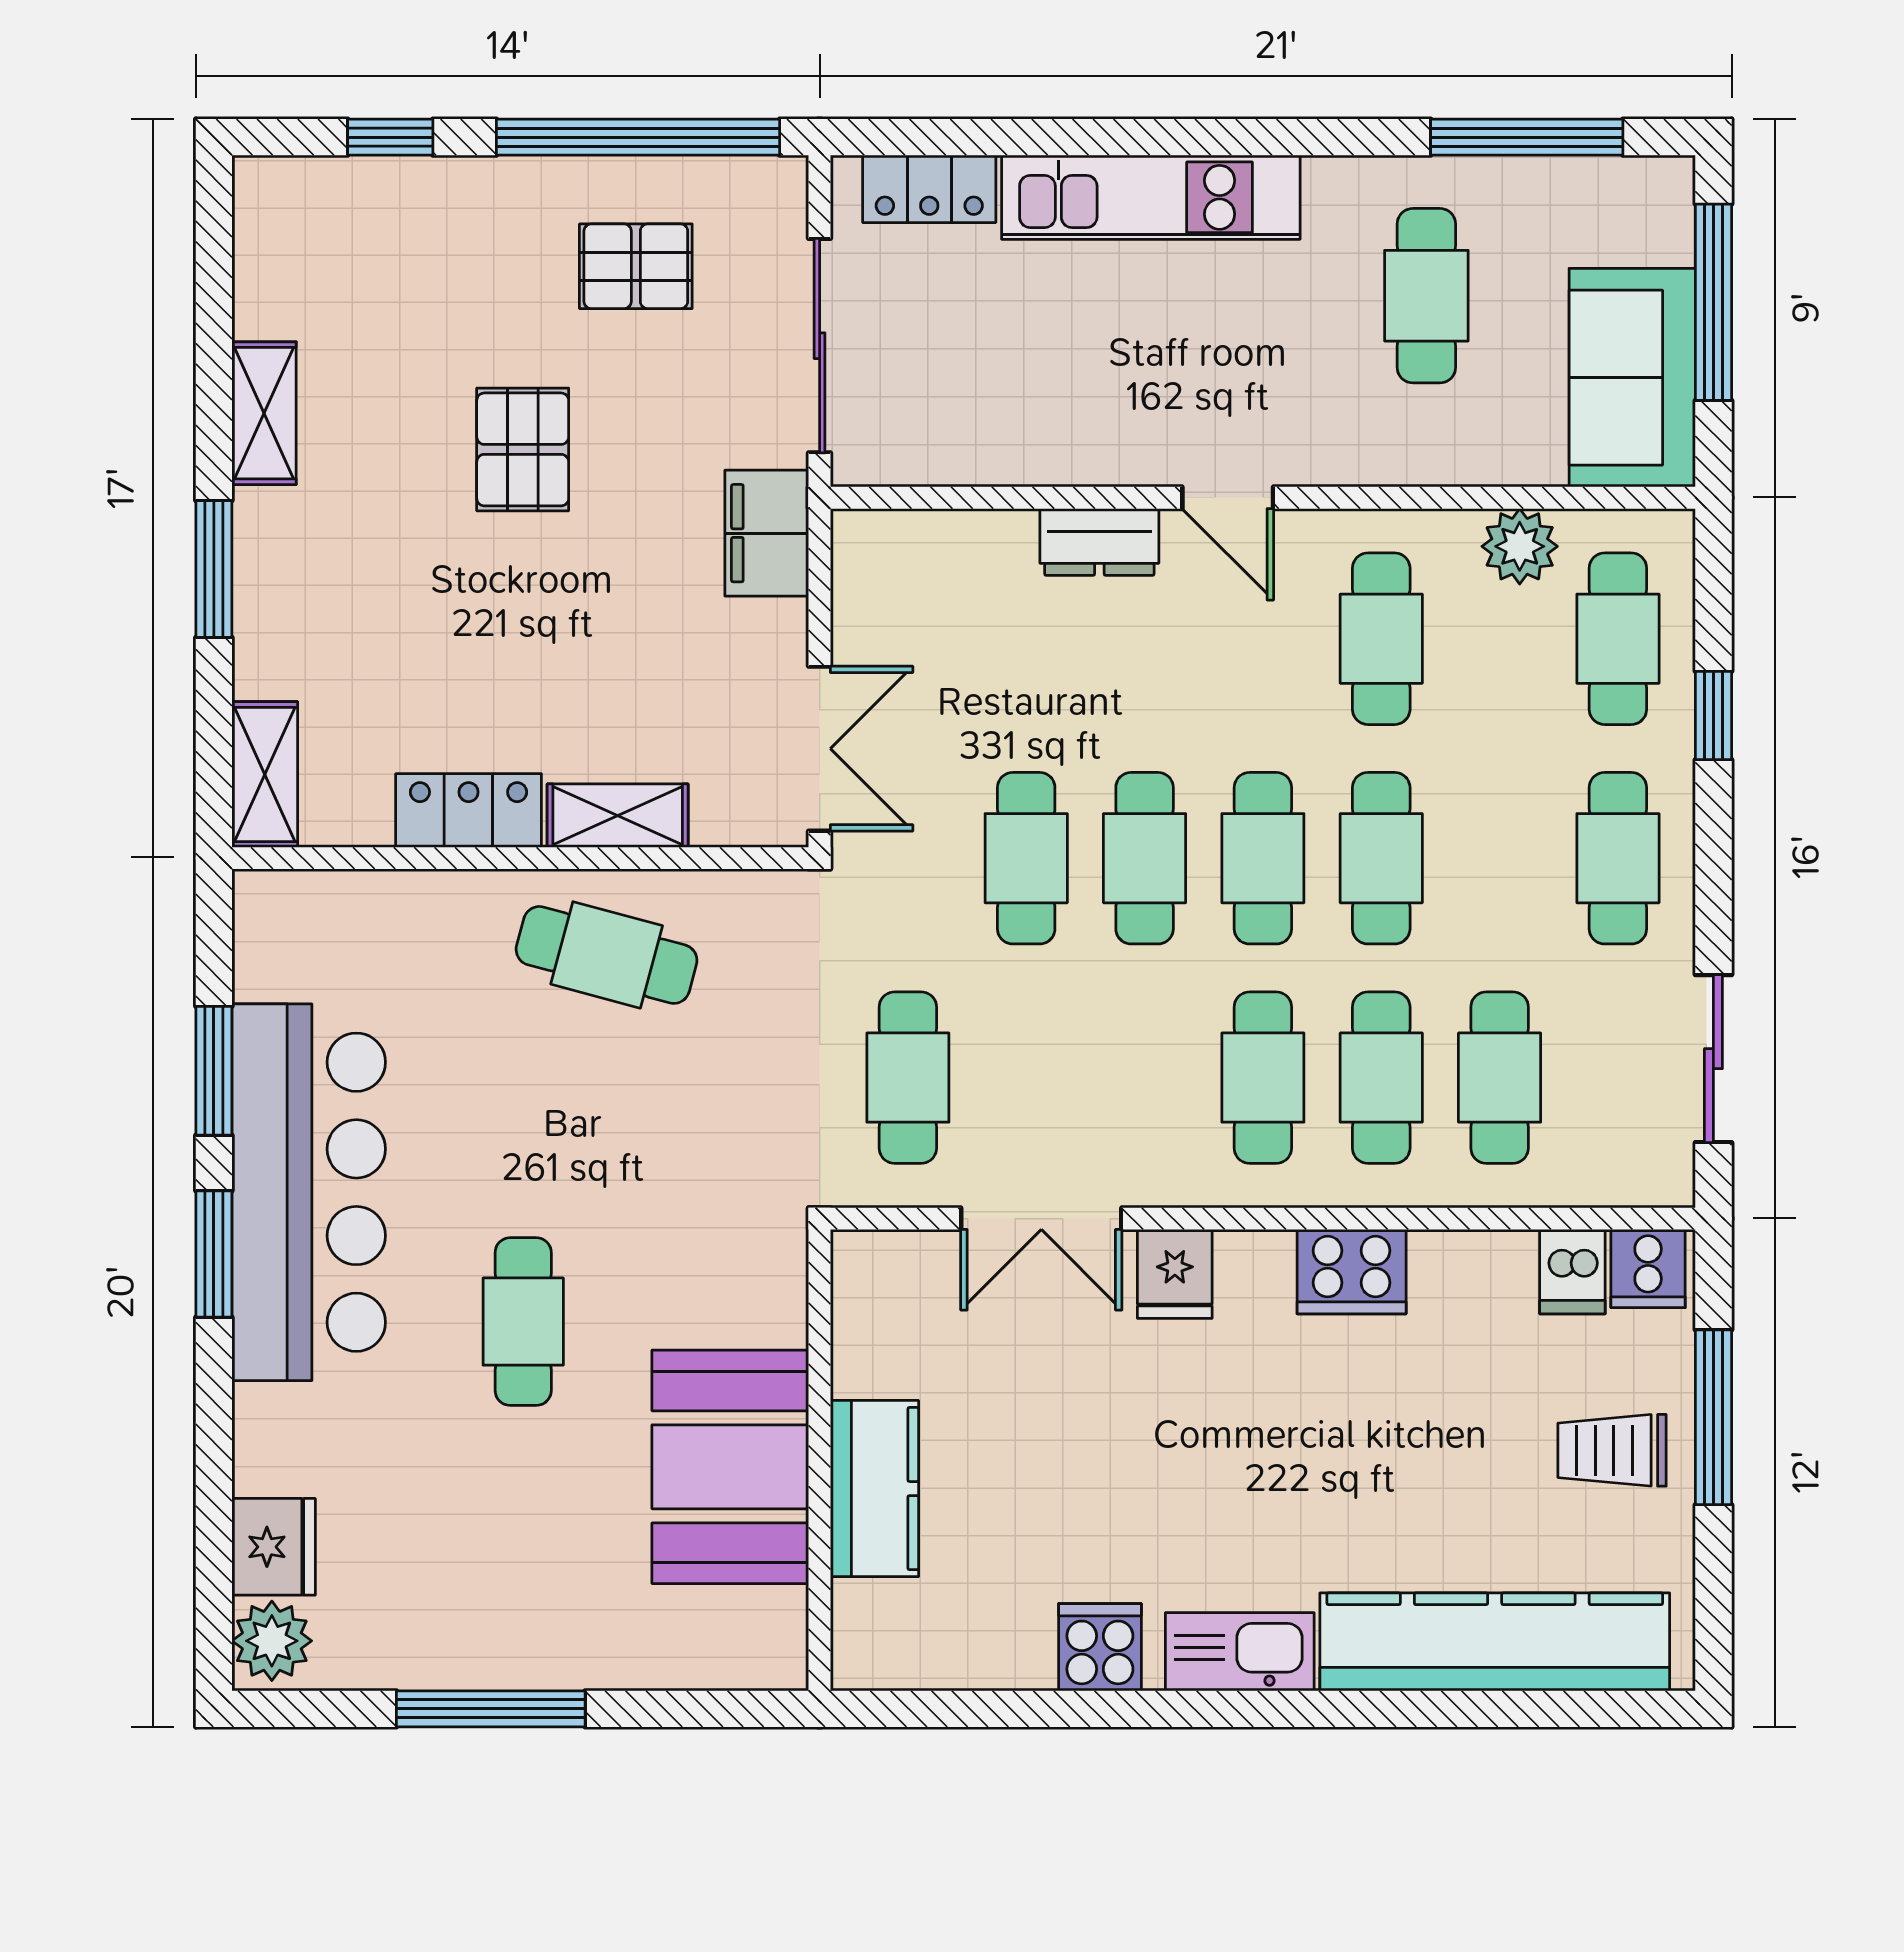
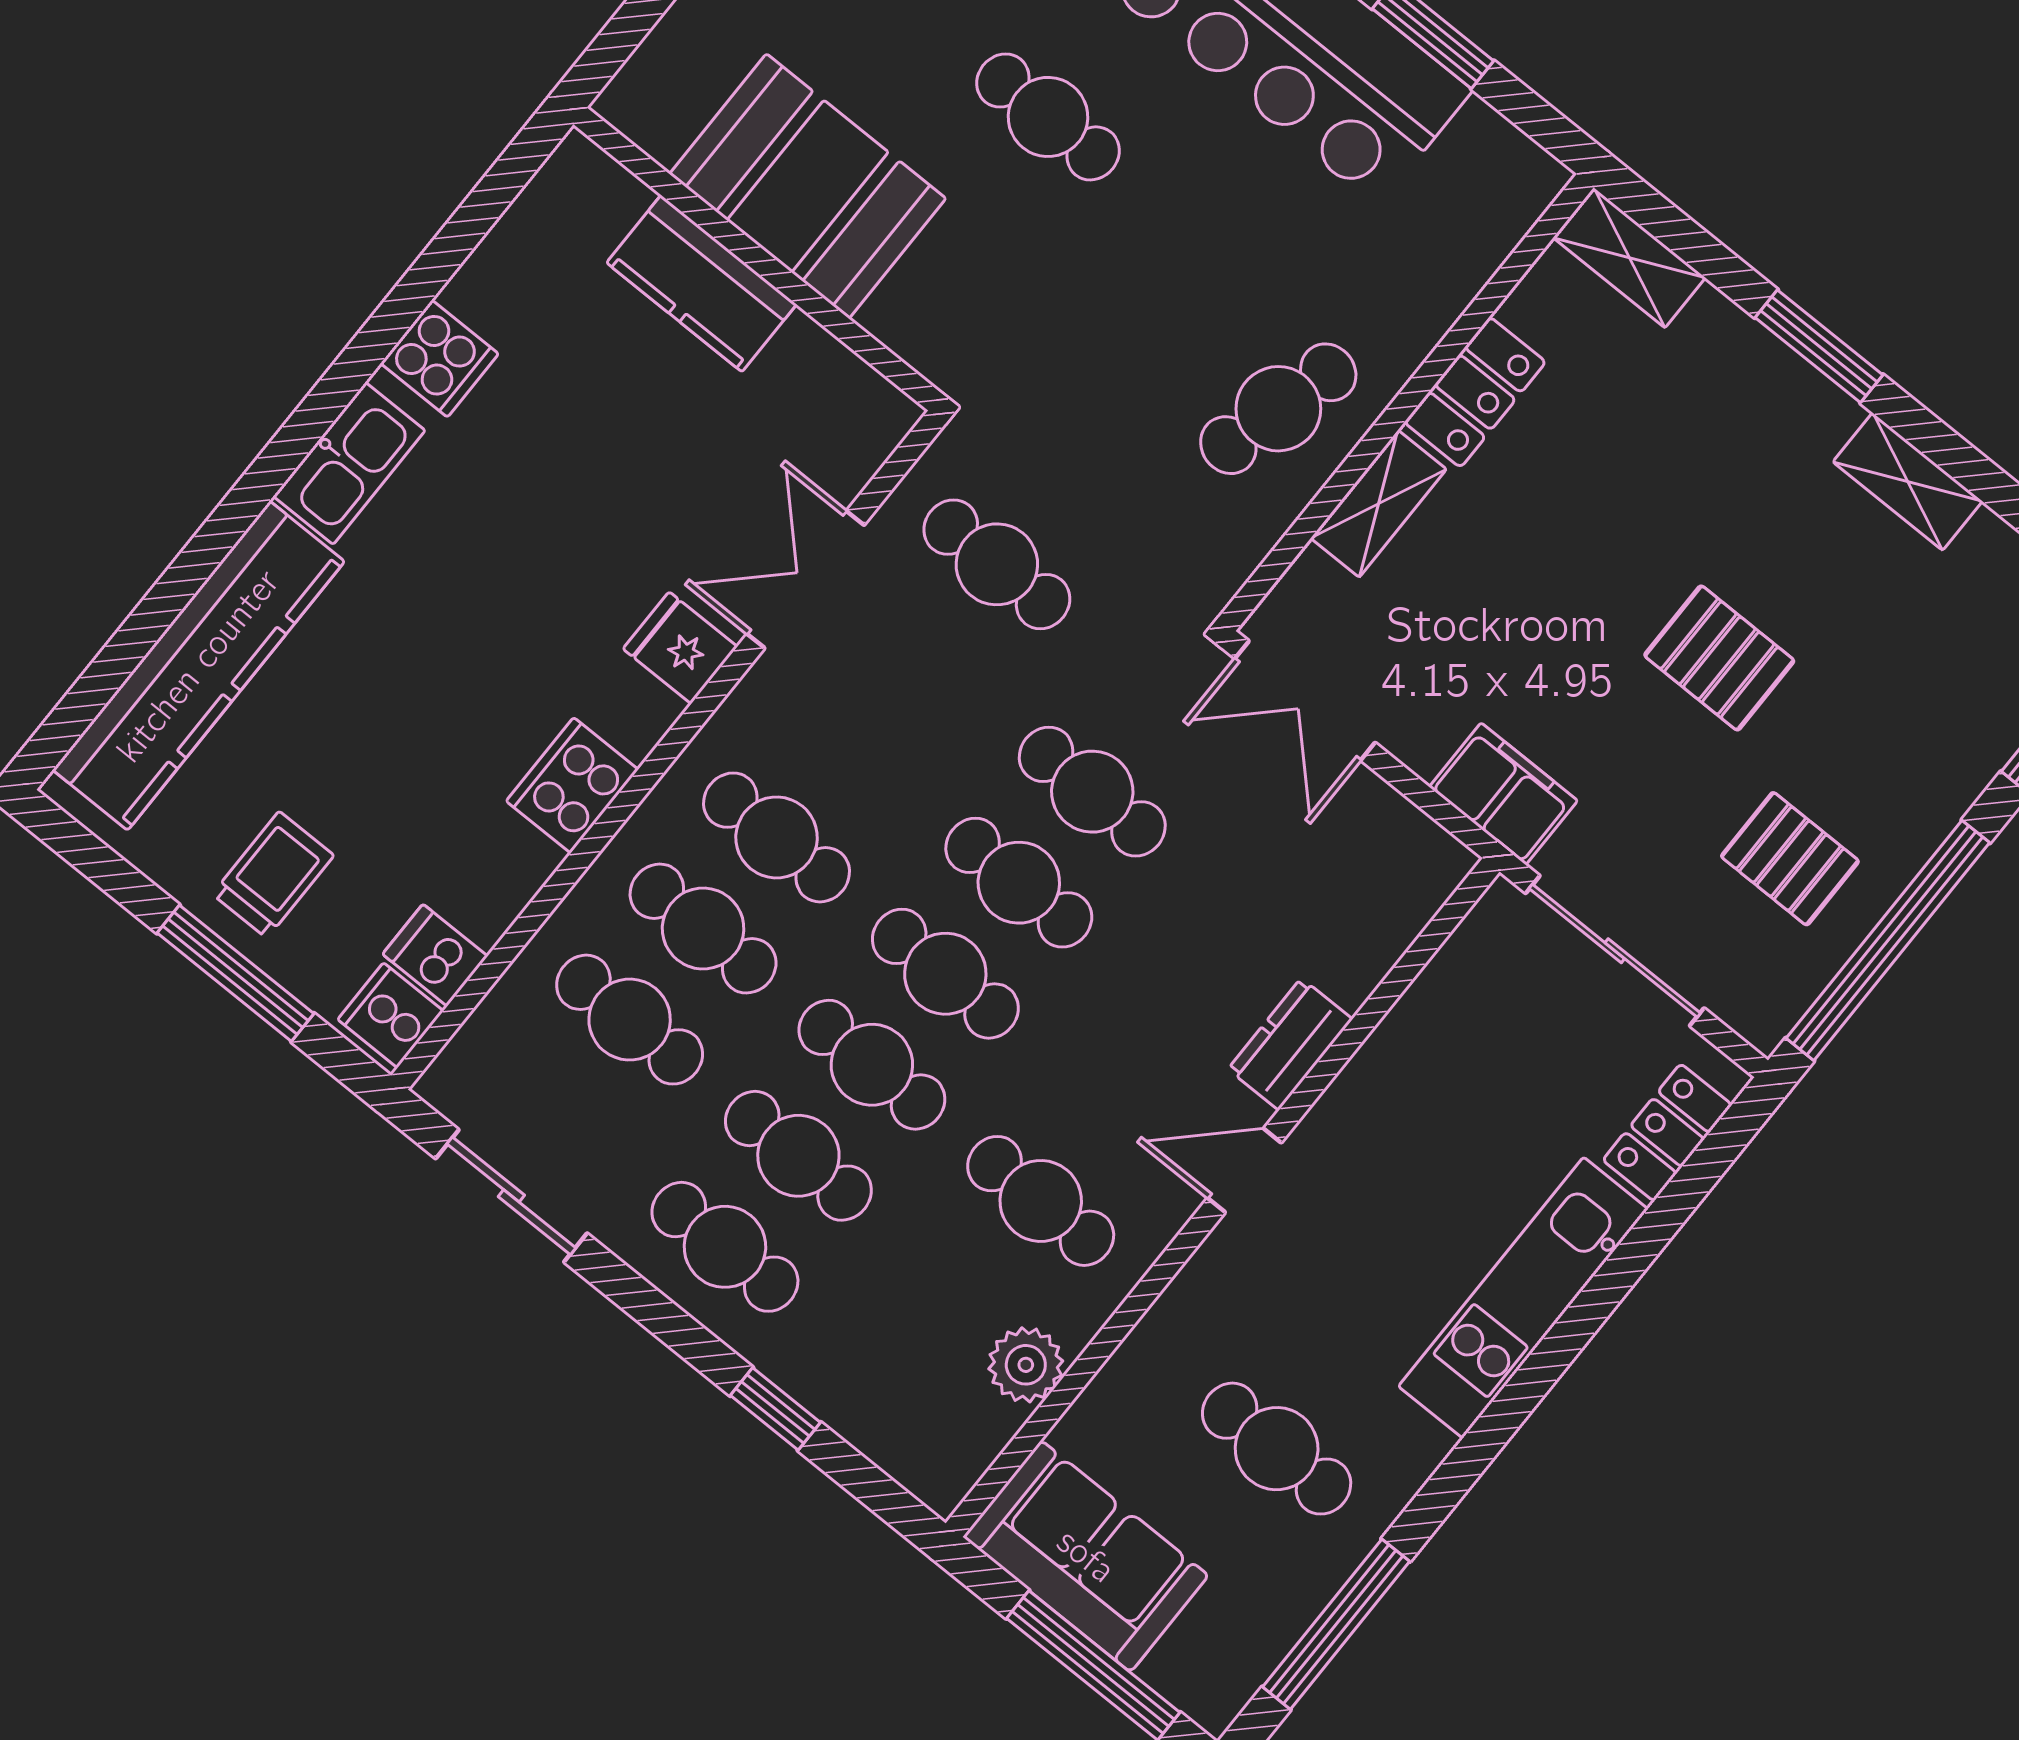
pallet: (636, 266) -> (1790, 859), turned 90
cafe table: (1618, 639) -> (798, 1156), moved

